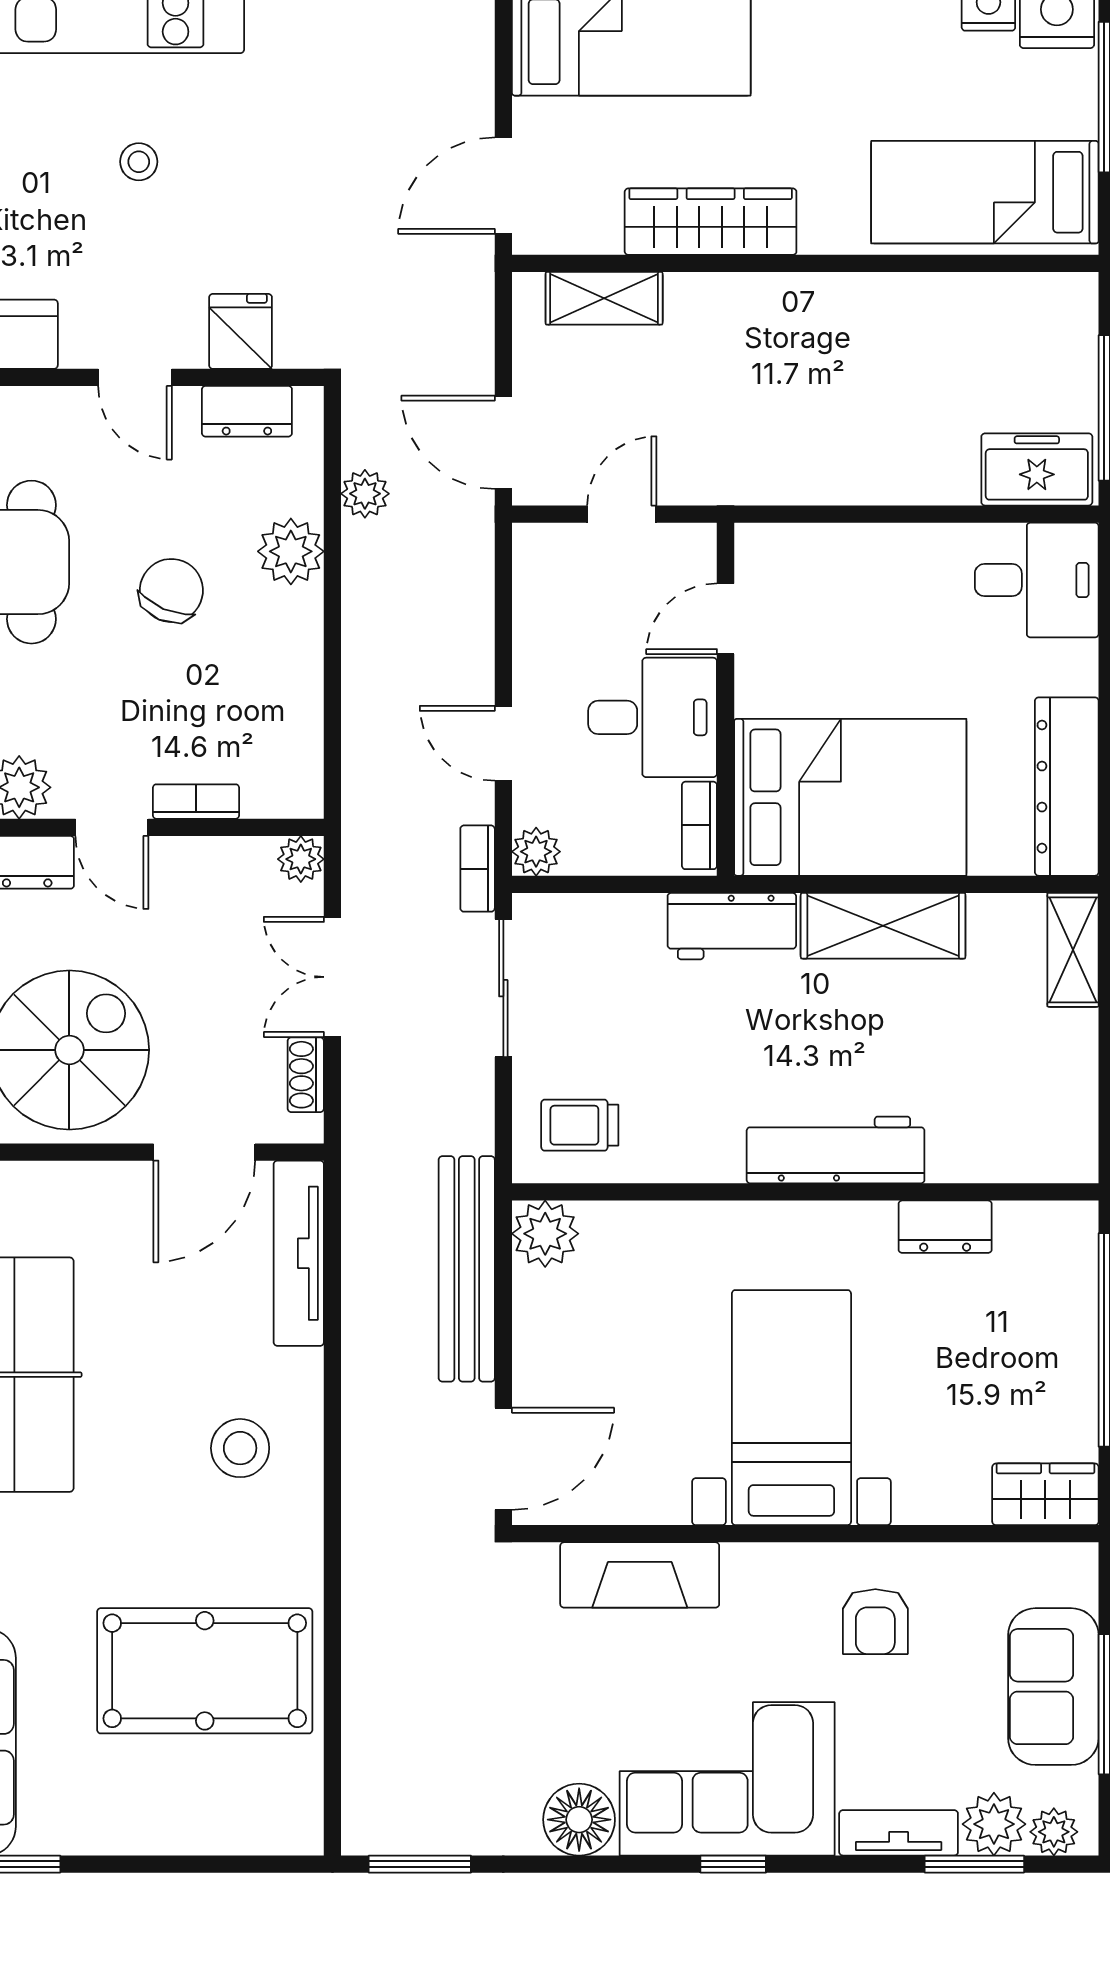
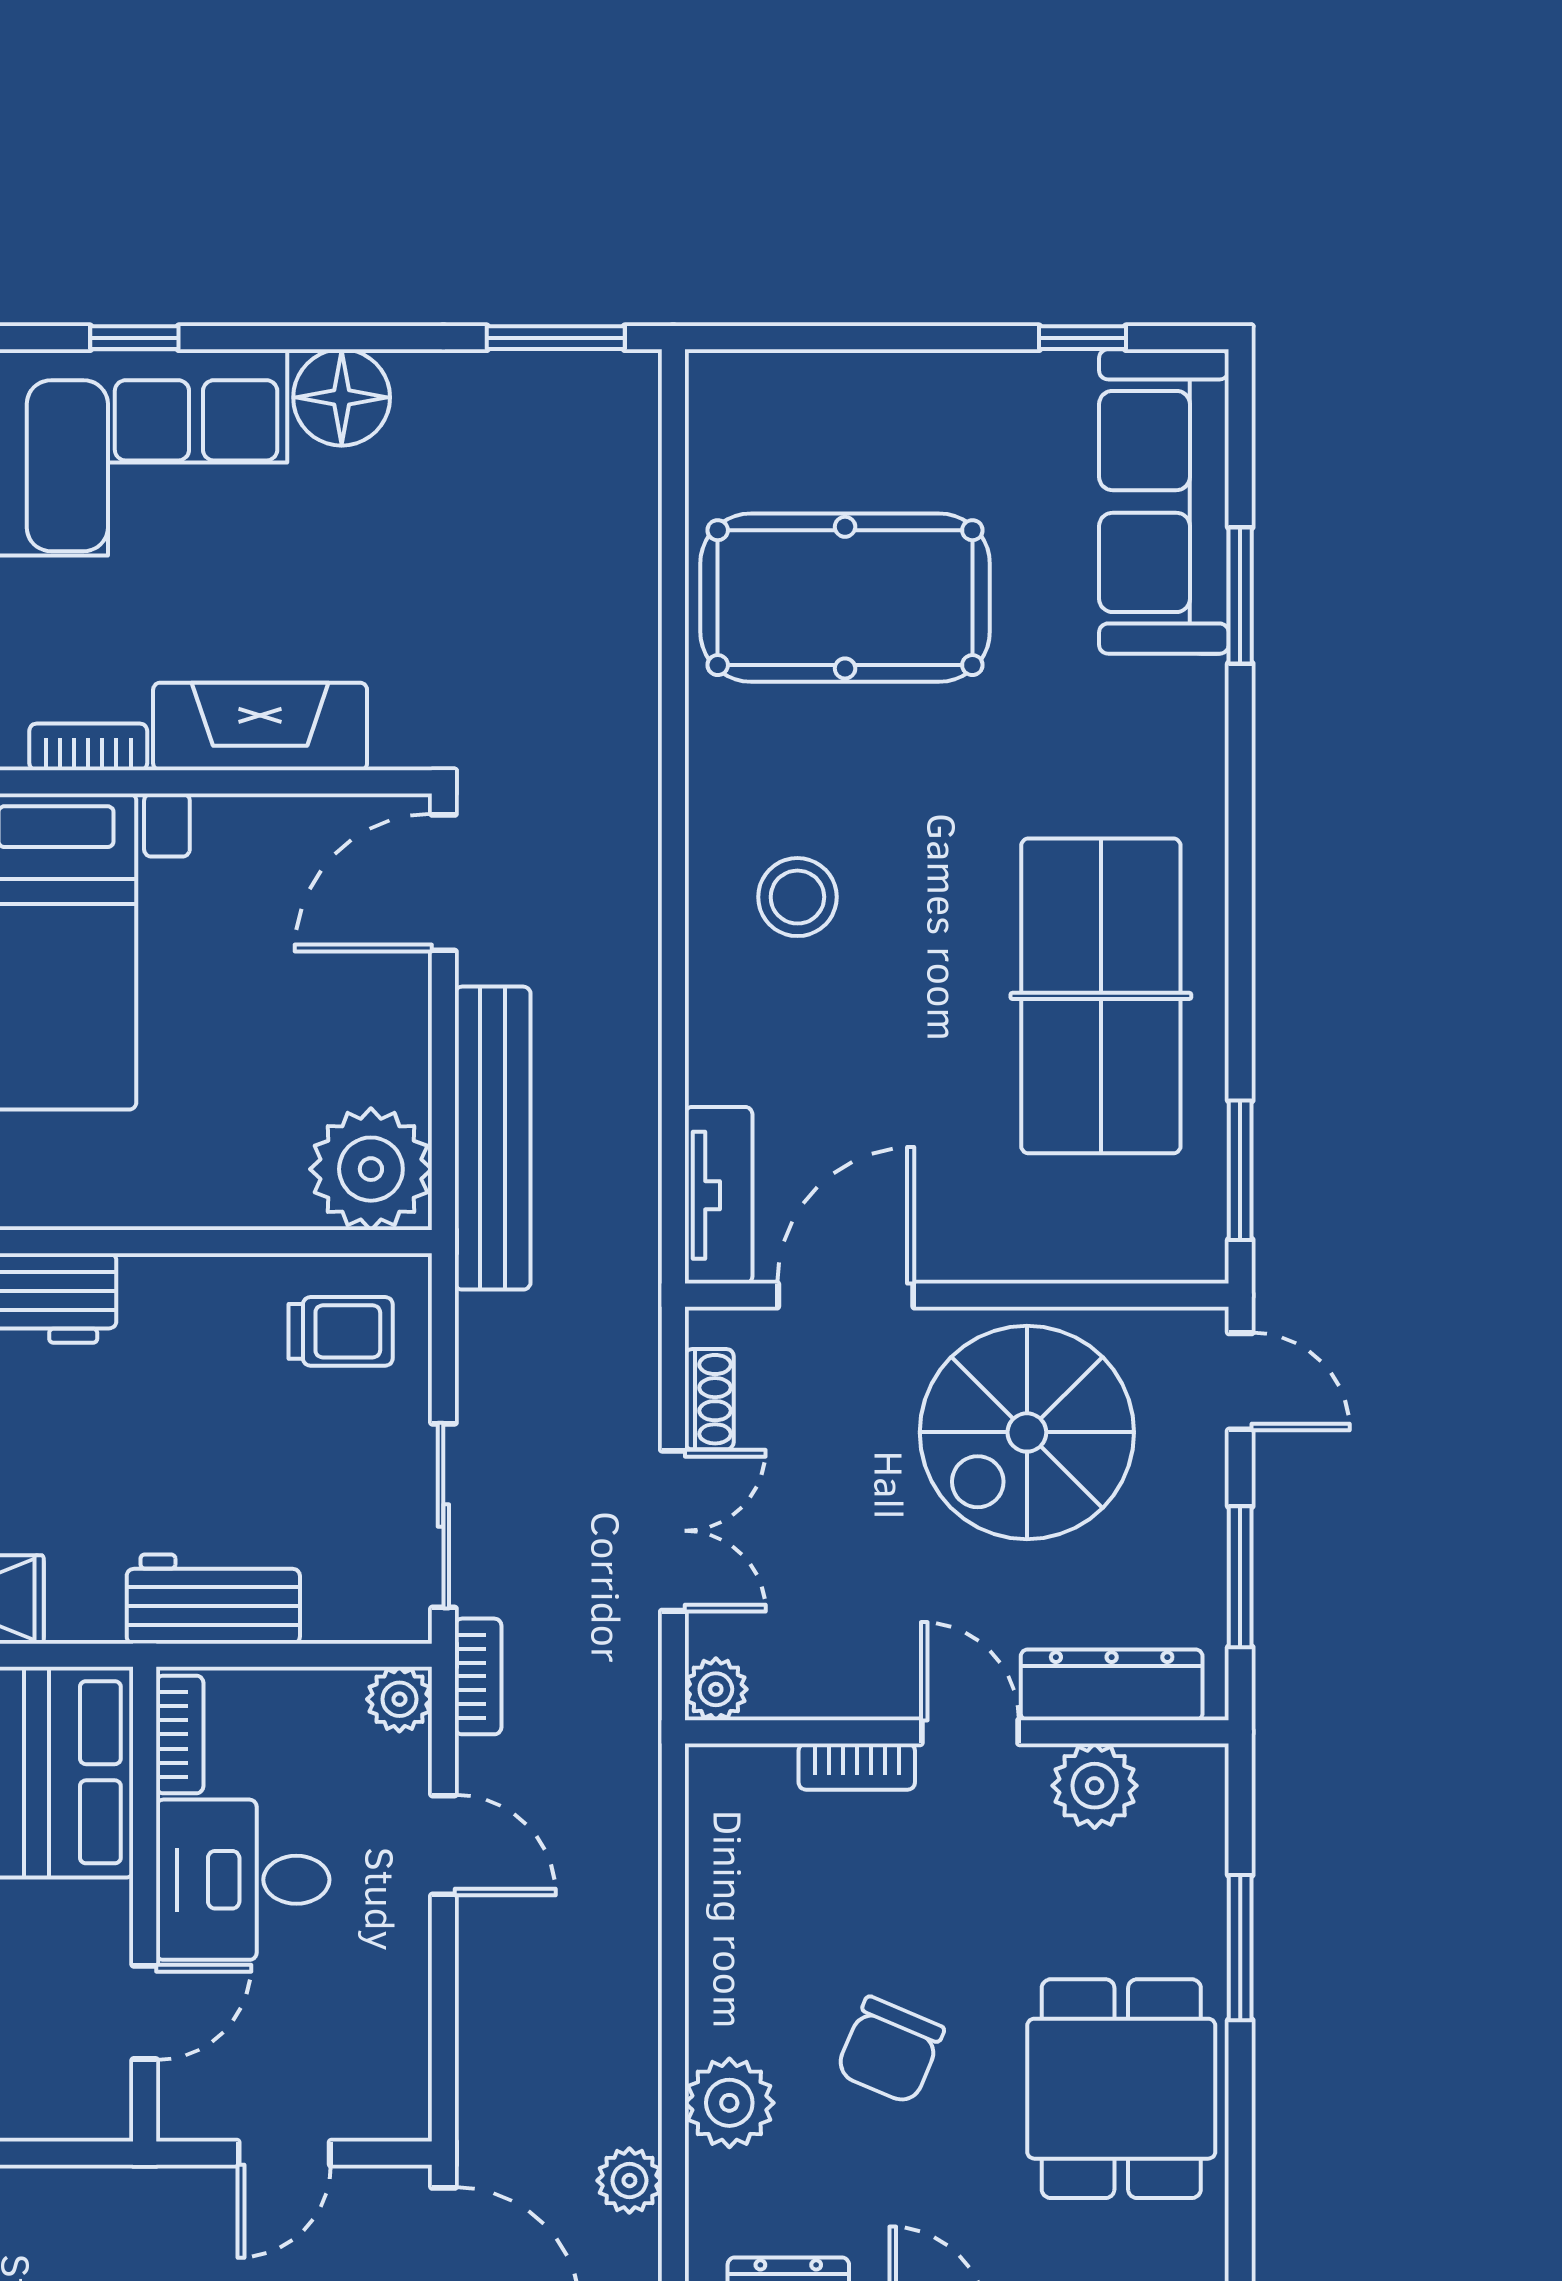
workbench: (732, 926) -> (213, 1599), moved
plant: (545, 1234) -> (371, 1169), width x1.36, depth x1.36
tv unit: (299, 1253) -> (719, 1195), width x0.71
bookcase: (767, 1560) -> (88, 747), added

